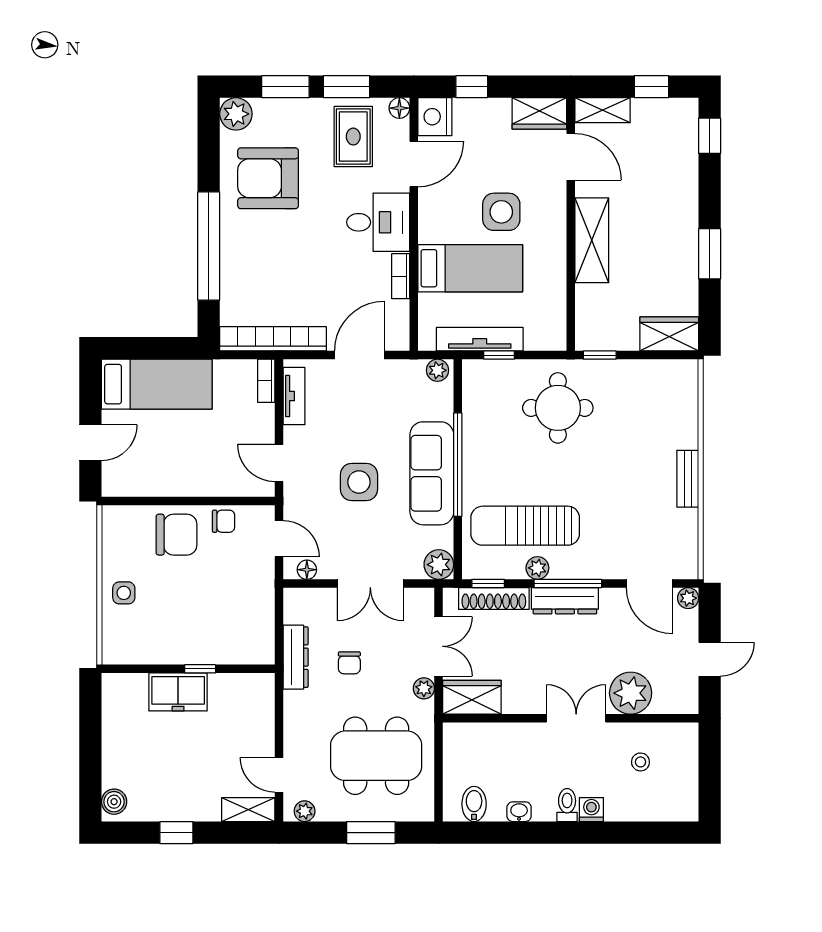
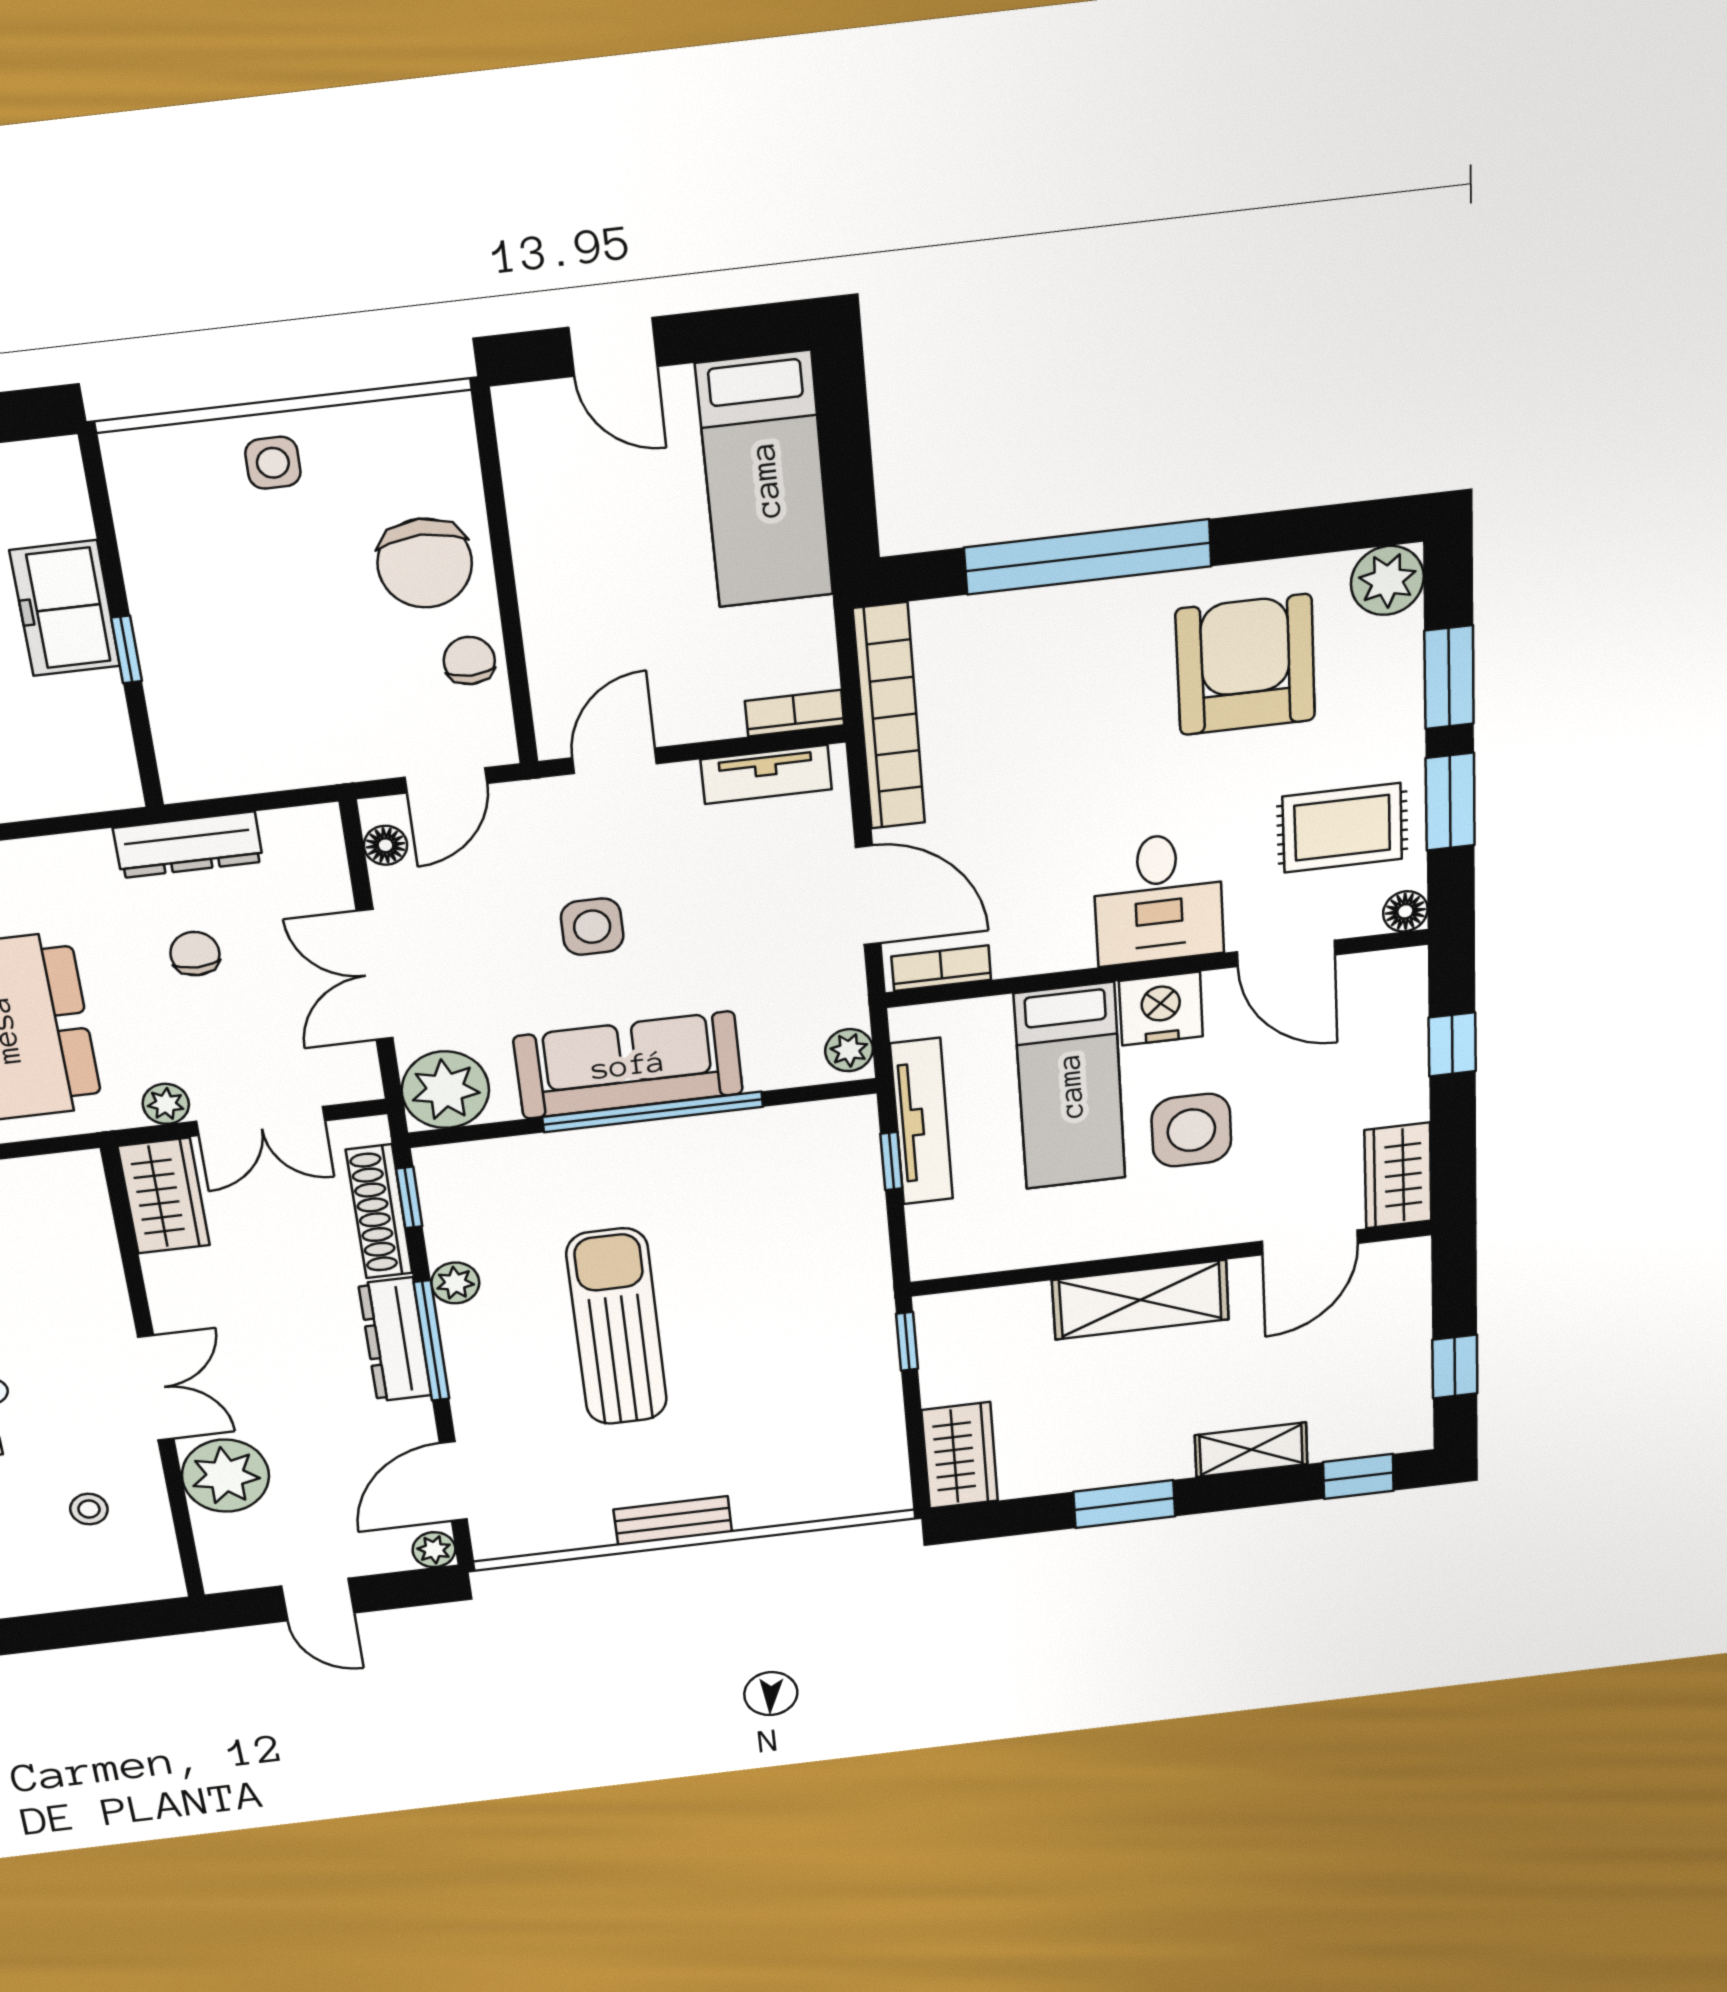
shelving: (602, 110) -> (1251, 1450), moved, turned 90
nightstand: (435, 117) -> (1161, 1009), moved
bookcase: (401, 276) -> (941, 968), moved
round table: (558, 408) -> (792, 1280), removed
side table: (359, 482) -> (592, 927), width x0.73, depth x0.73
chair: (224, 521) -> (469, 661), turned 180
sun lounger: (525, 526) -> (617, 1327), moved
plant: (439, 565) -> (445, 1090), width x1.36, depth x1.36
chair: (349, 663) -> (195, 954), turned 90

